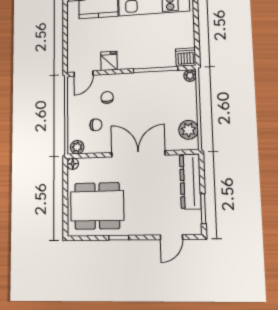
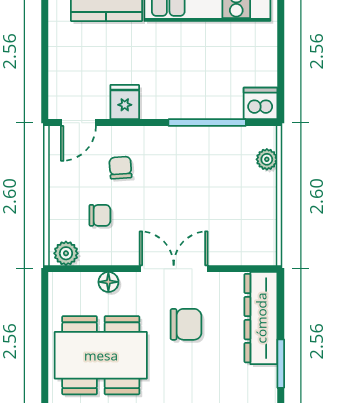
plant: (190, 76) -> (267, 159), moved
plant: (189, 130) -> (261, 231), removed
double door: (138, 154) -> (174, 269), width x0.73
floor lamp: (73, 164) -> (108, 282), moved
chair: (146, 186) -> (186, 324), added

